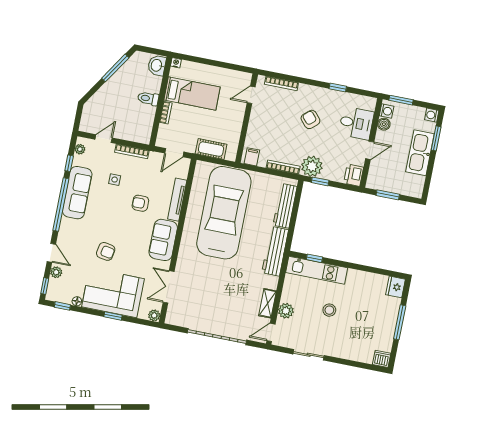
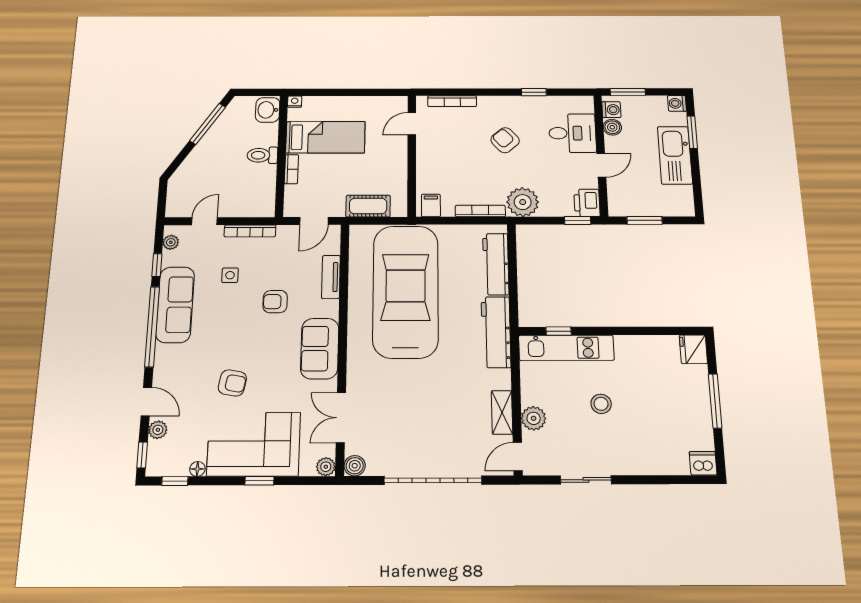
window: (320, 181) -> (578, 221), moved
tv unit: (177, 200) -> (331, 277), width x0.71
boiler: (172, 318) -> (355, 466), added

